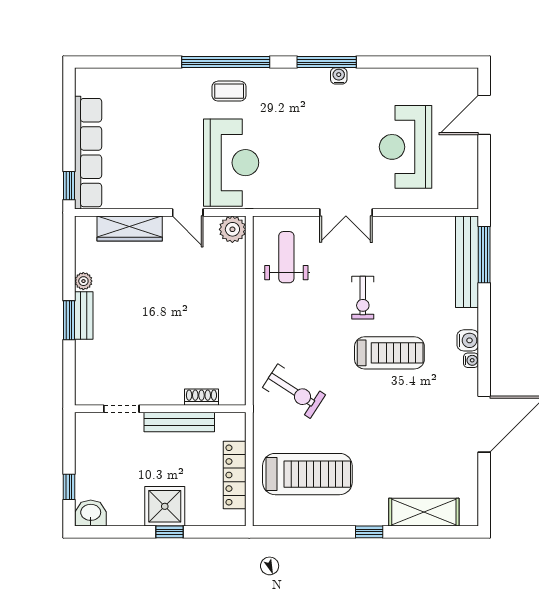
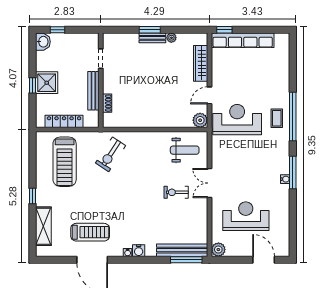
reception desk: (231, 163) -> (237, 120), turned 180
plant: (466, 197) -> (218, 250), added
exercise bike: (363, 298) -> (176, 192), moved
treadmill: (389, 353) -> (90, 232), moved, turned -90

